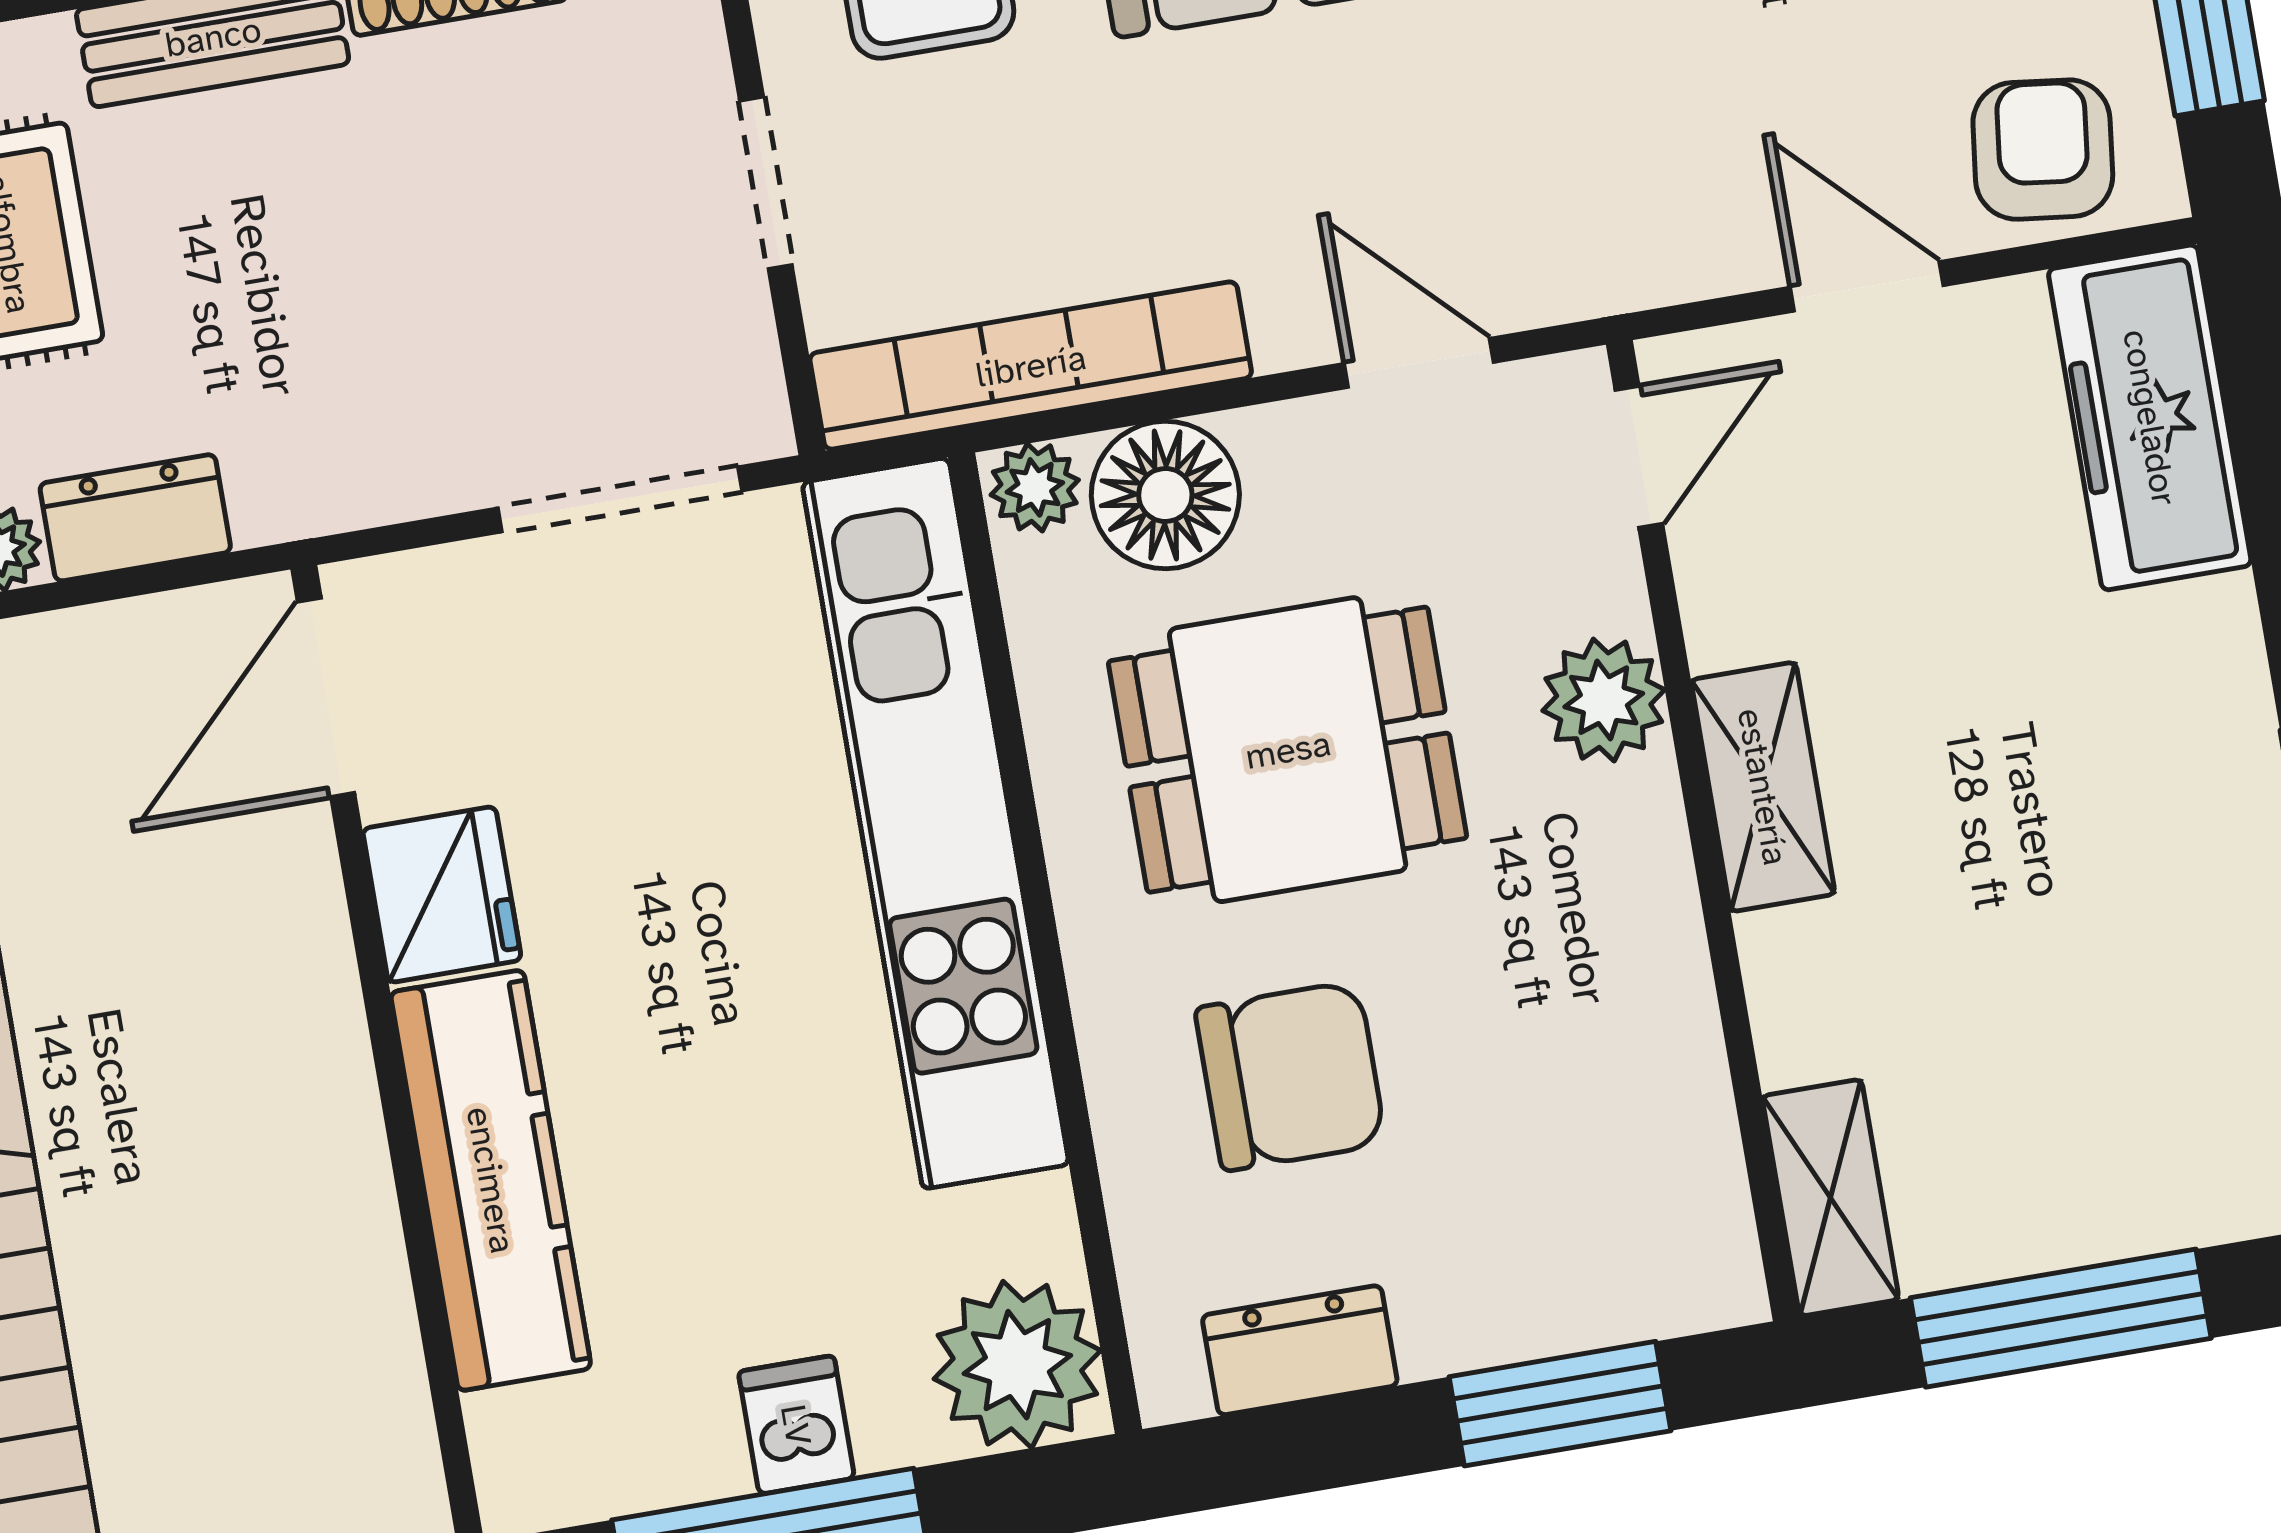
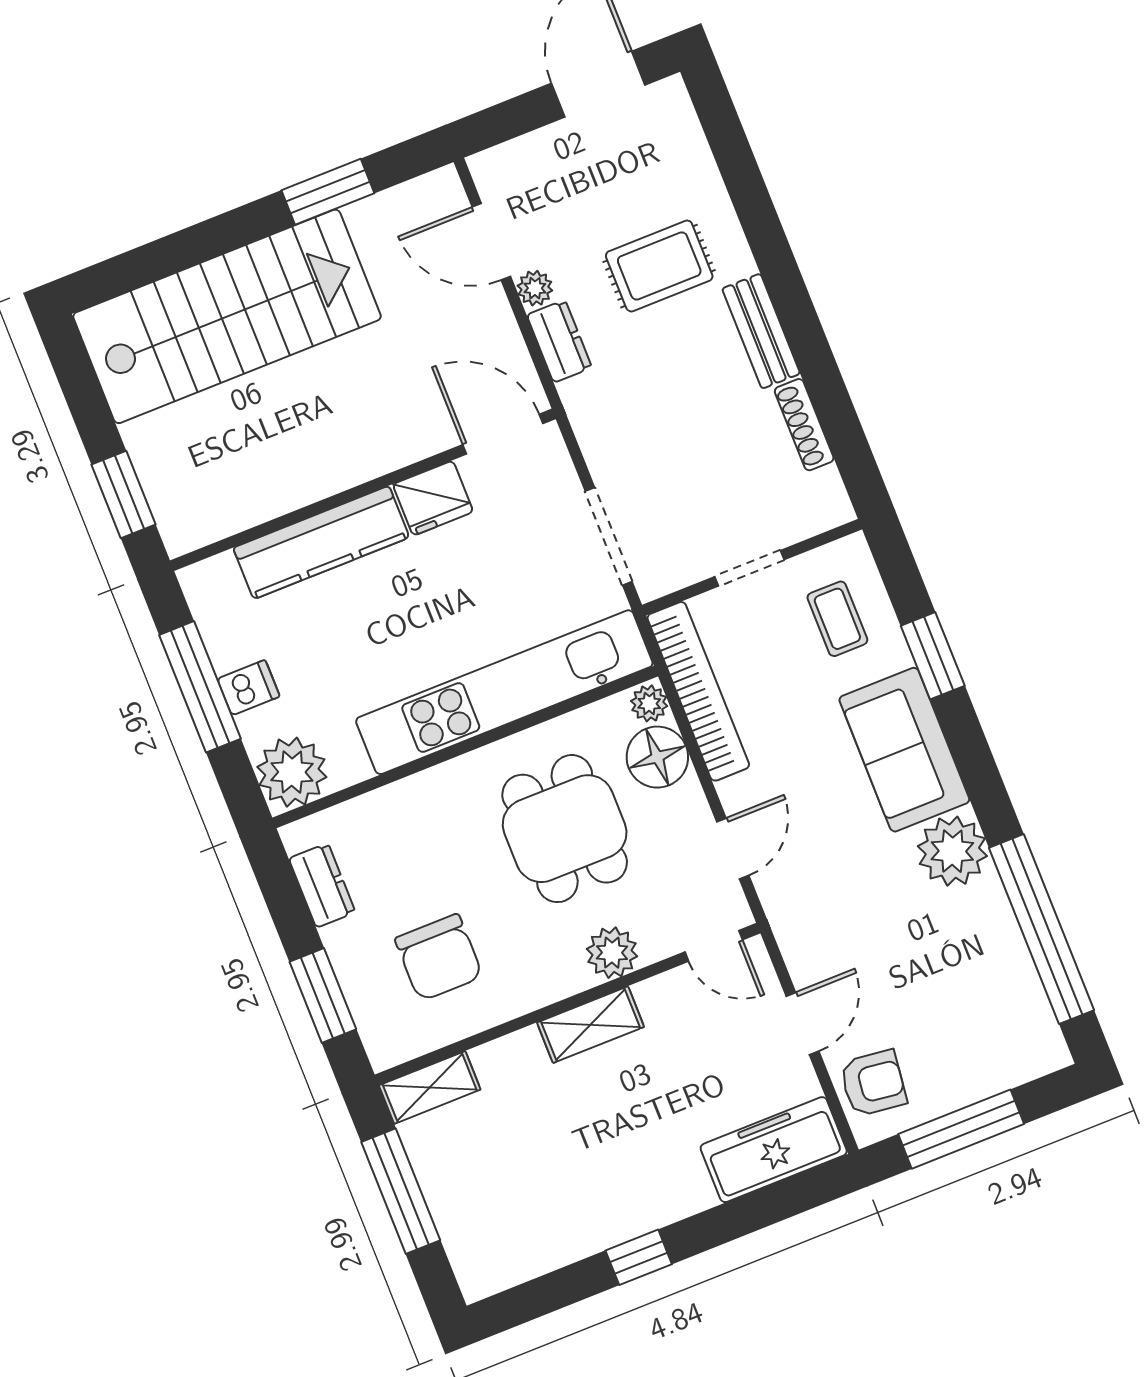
chair: (1290, 1076) -> (439, 957), moved

